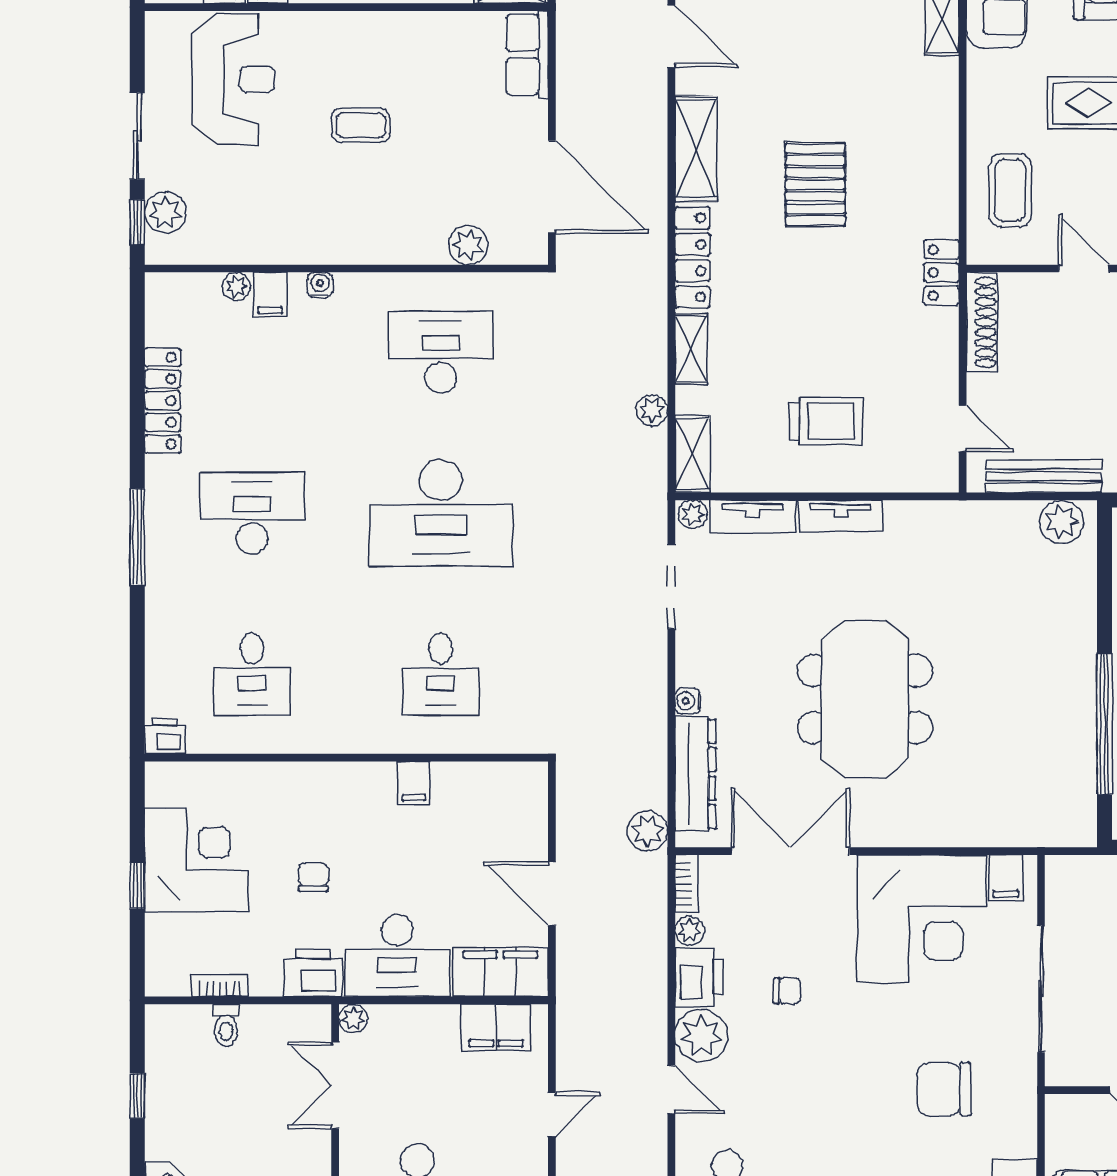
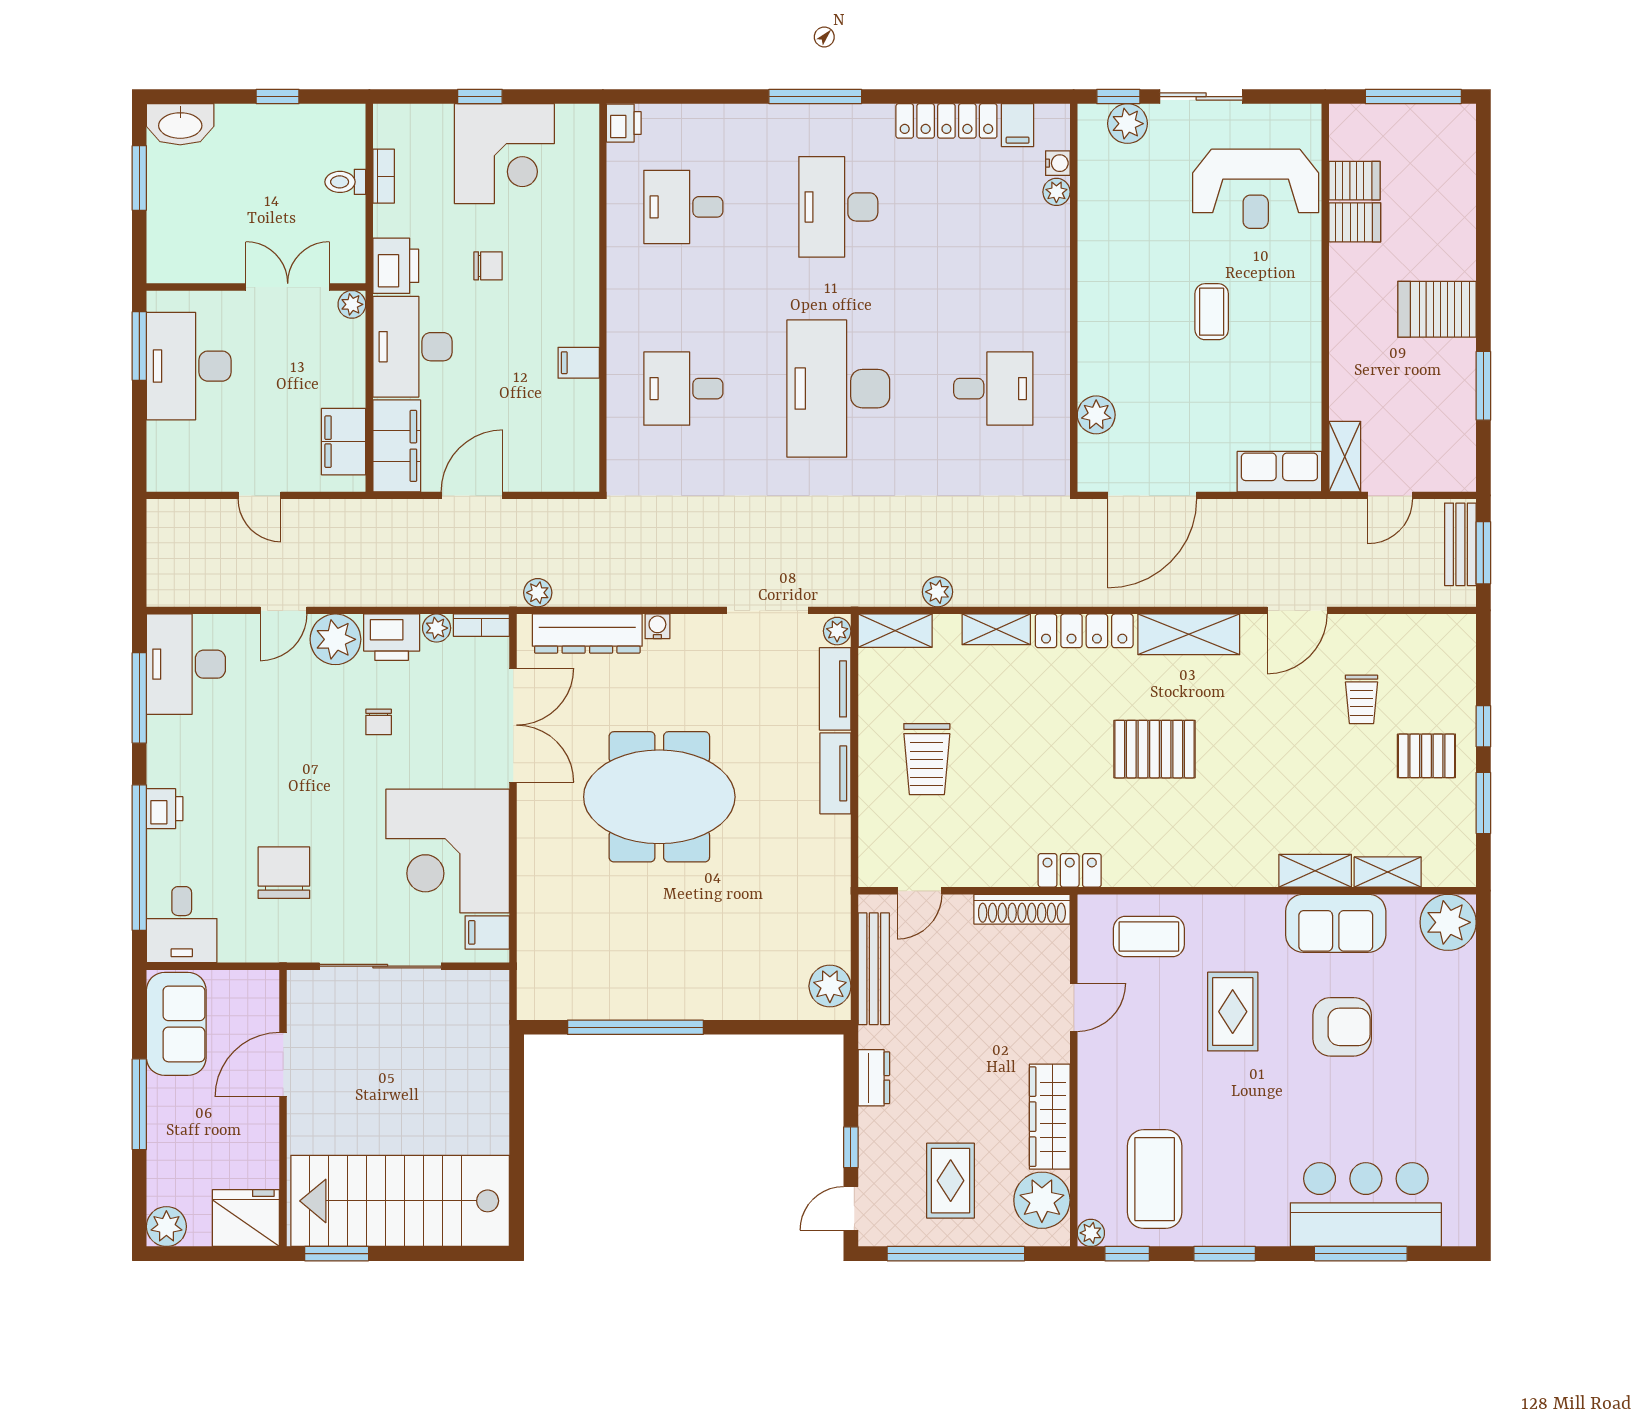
water cooler: (320, 285) -> (1058, 163), moved
filing cabinet: (270, 294) -> (1018, 125), moved, turned -90
desk: (441, 352) -> (993, 389), width x0.73
desk: (252, 513) -> (838, 207), turned 180
plant: (647, 831) -> (538, 593), width x0.73, depth x0.73

